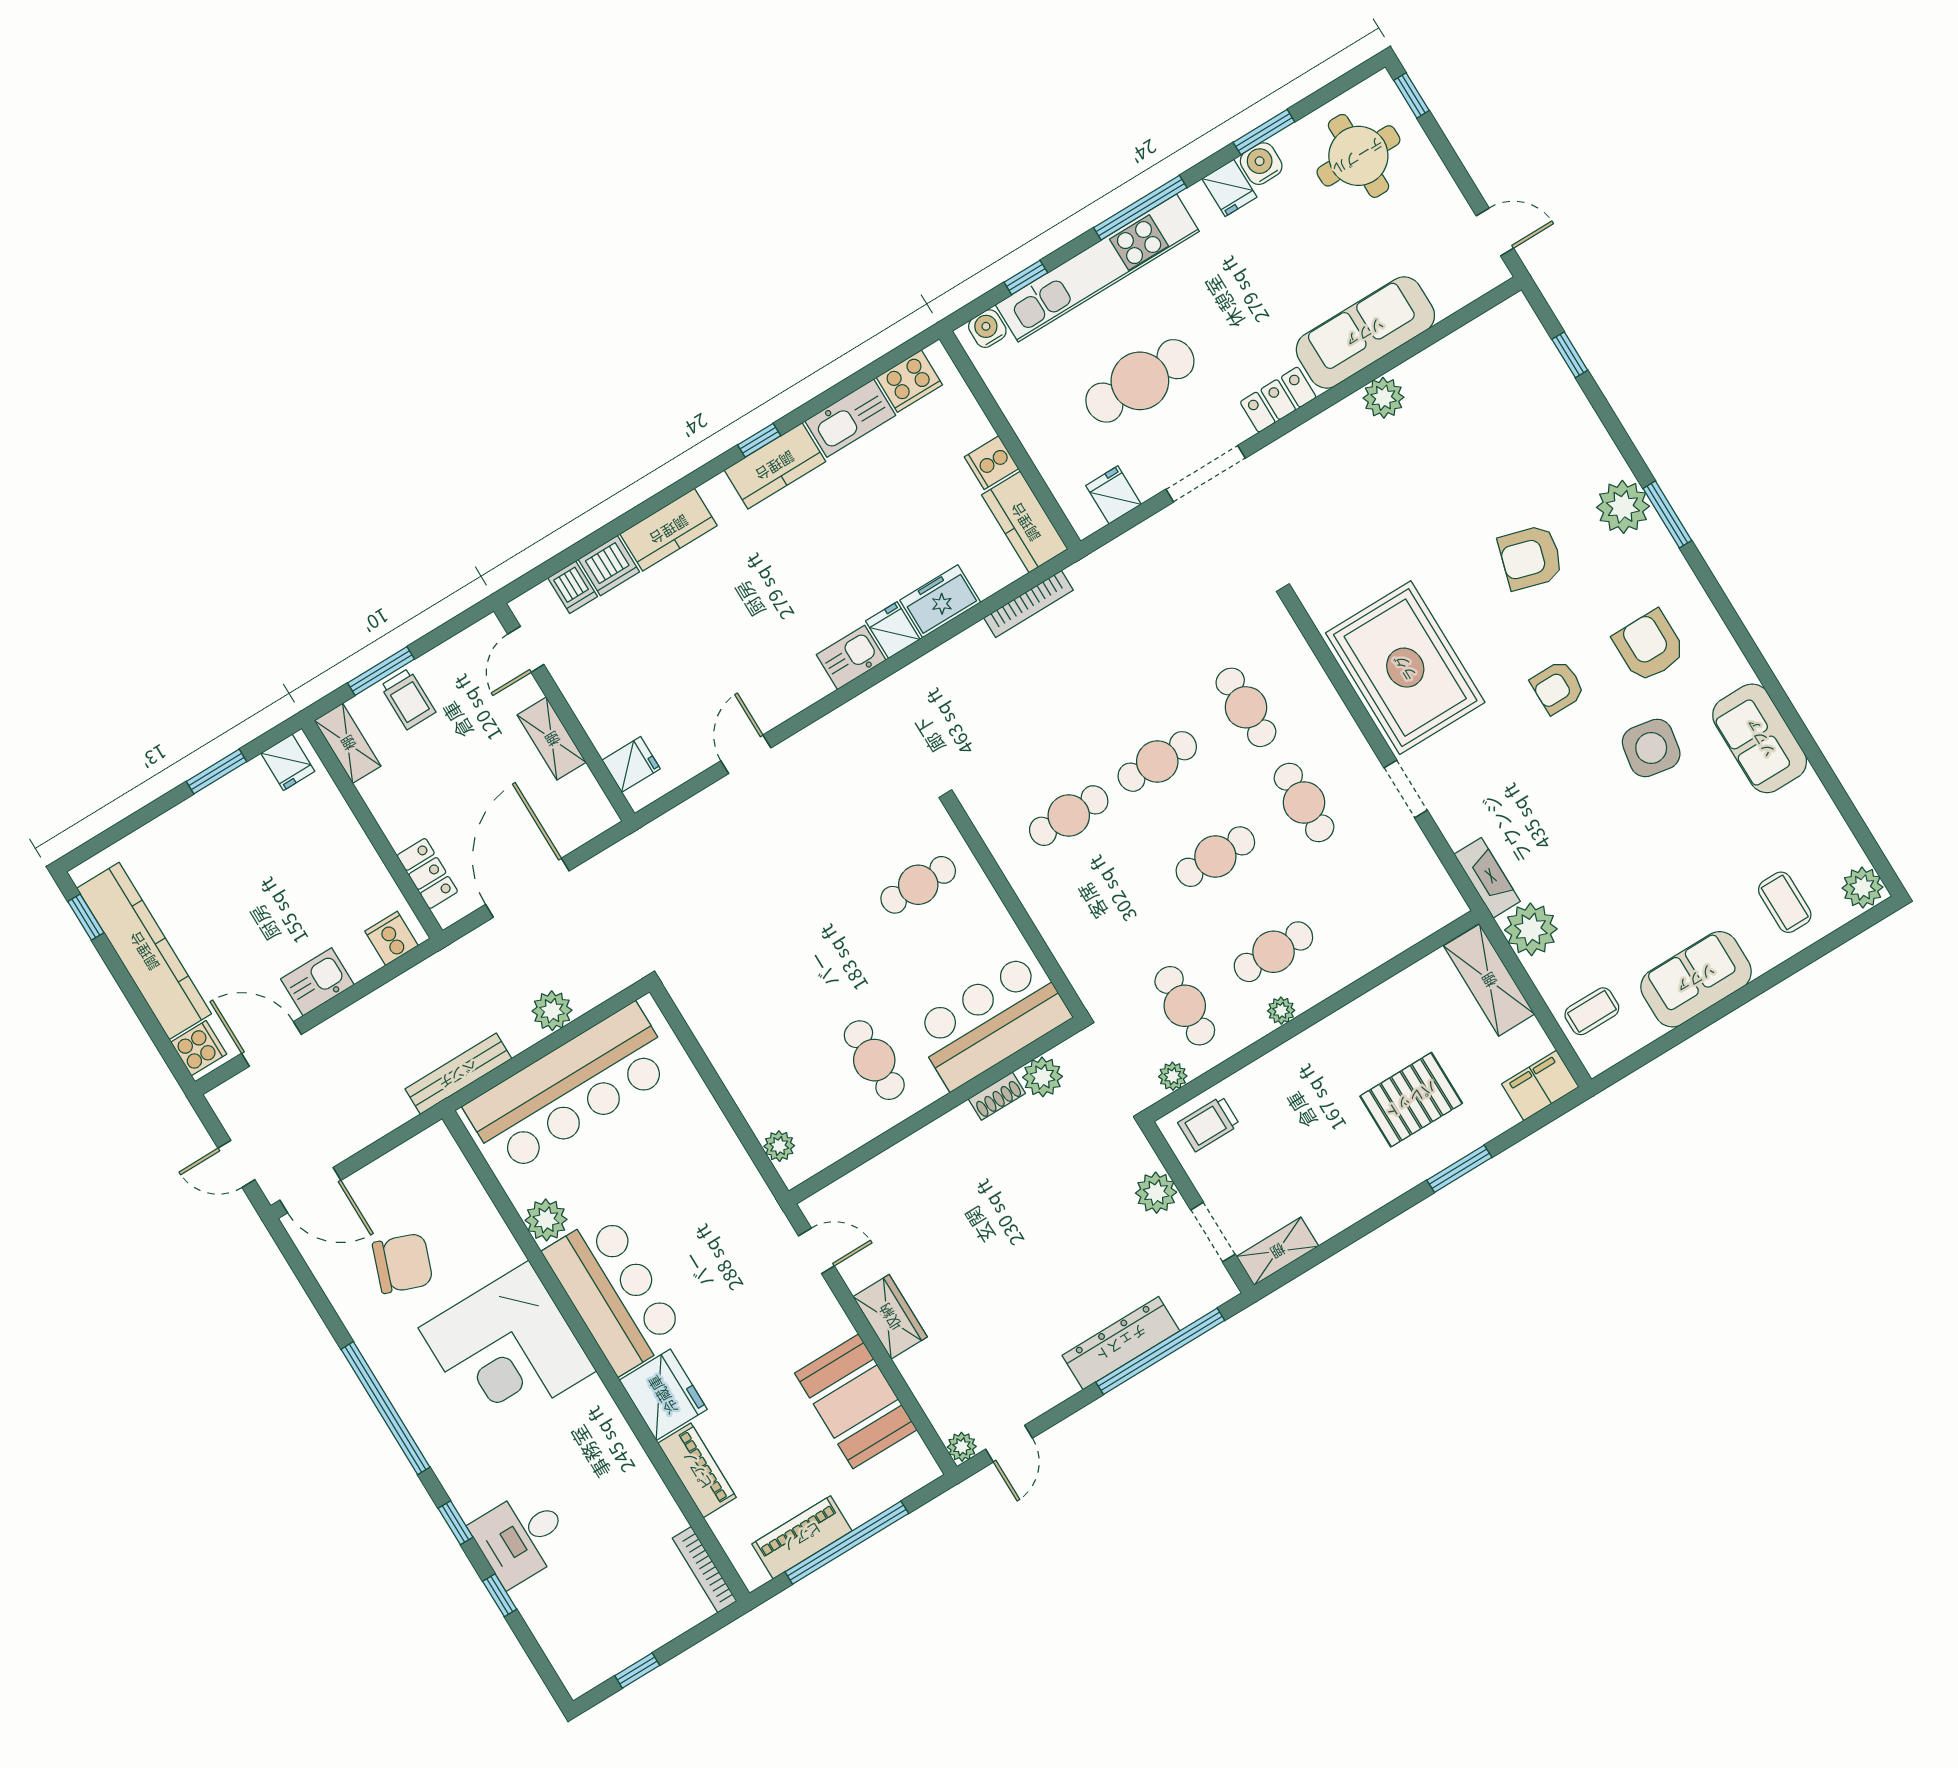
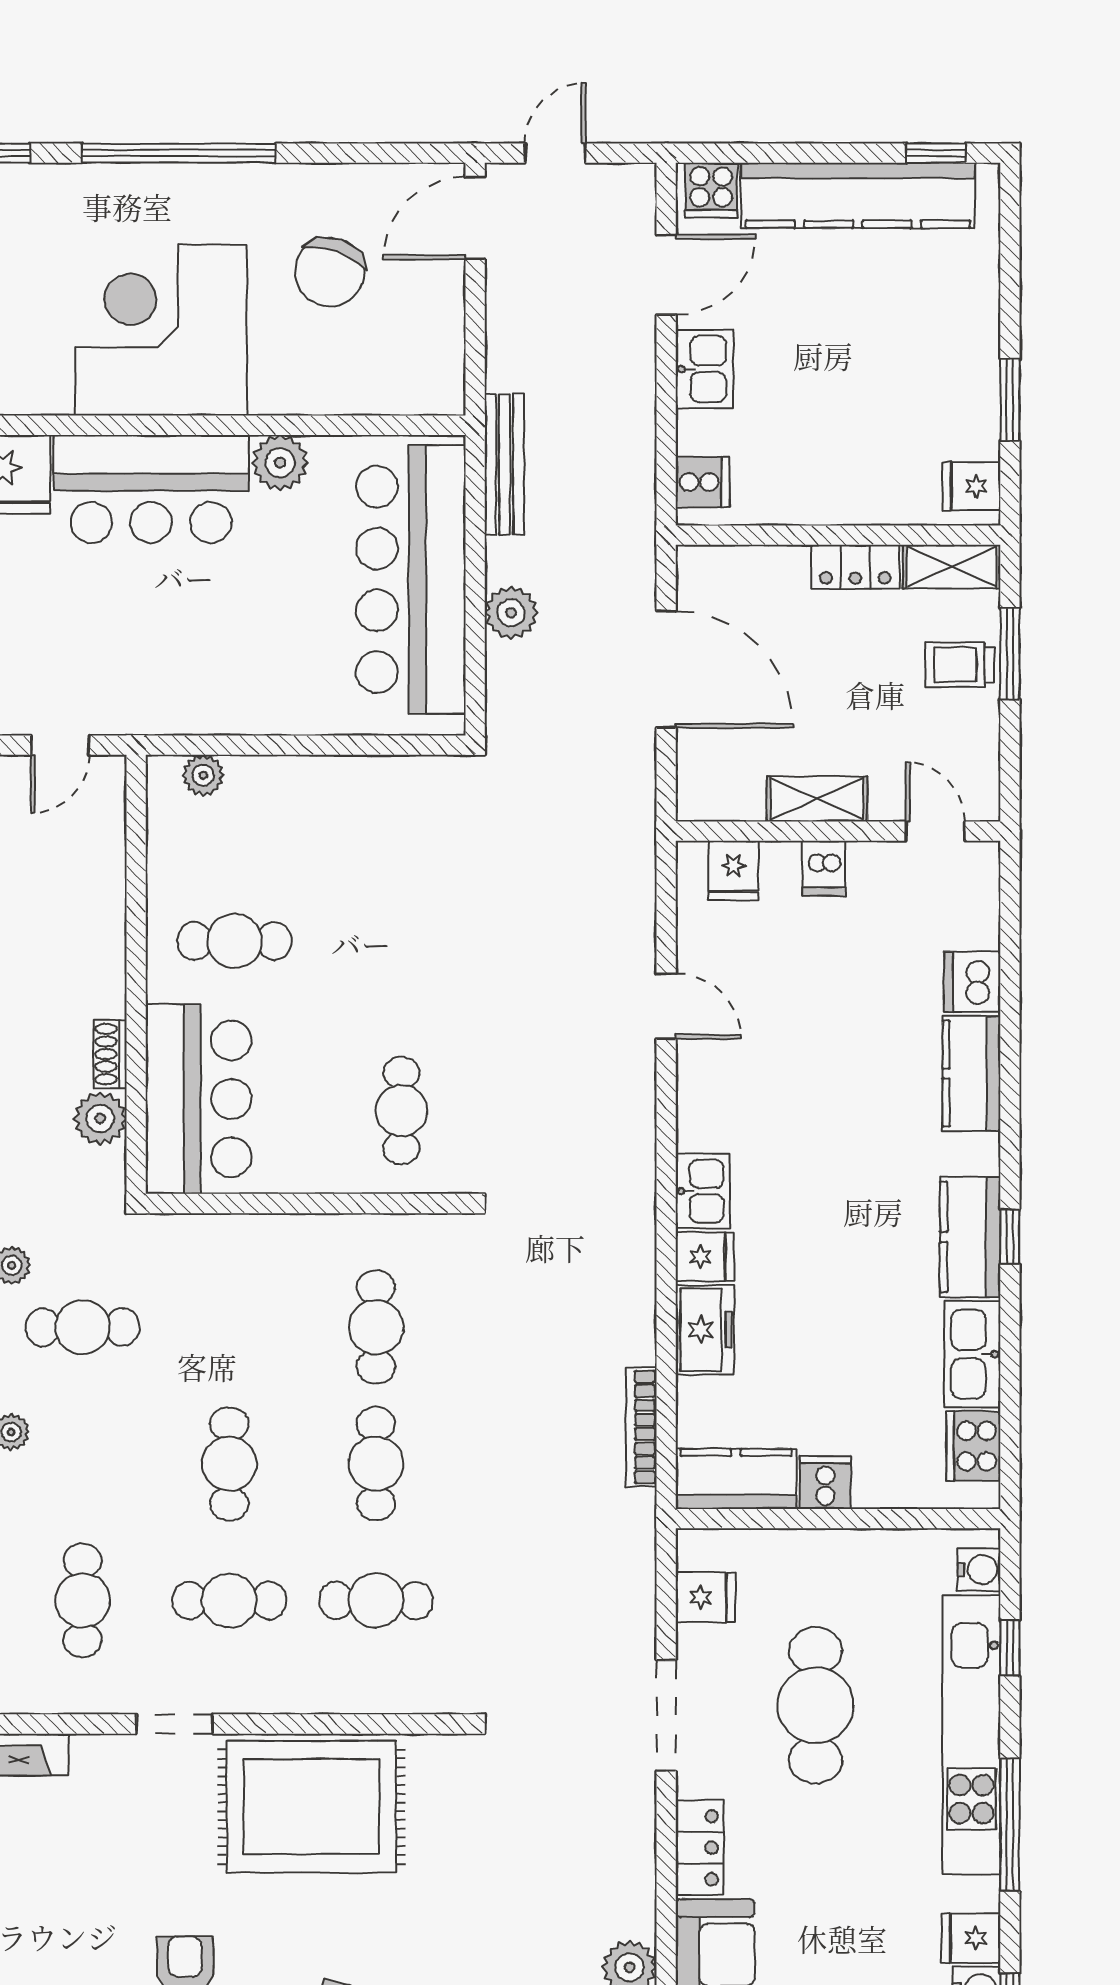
dishwasher: (573, 587) -> (824, 868), moved, turned -90
locker: (427, 873) -> (855, 567), moved
cafe table: (1273, 952) -> (83, 1600), moved

